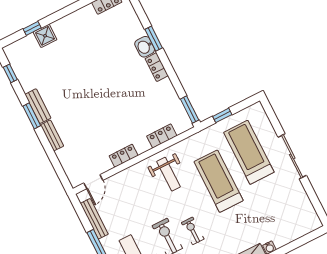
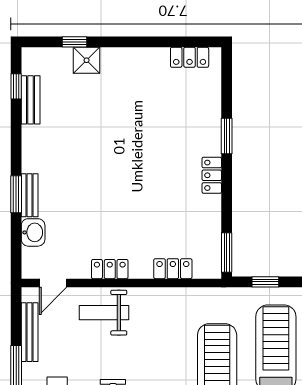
washbasin: (145, 47) -> (33, 232), moved, turned 180
bench: (38, 106) -> (31, 100), moved
window: (32, 116) -> (16, 194), moved
weight bench: (169, 174) -> (104, 313), moved, turned 90

